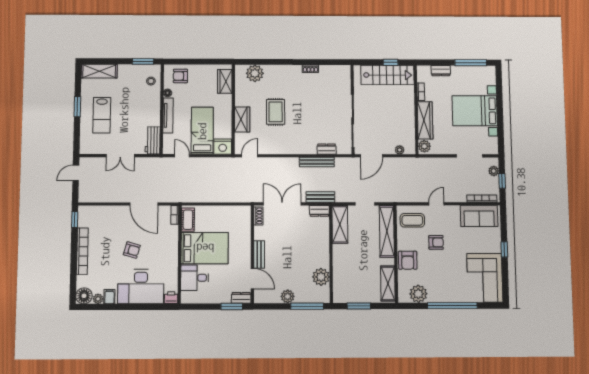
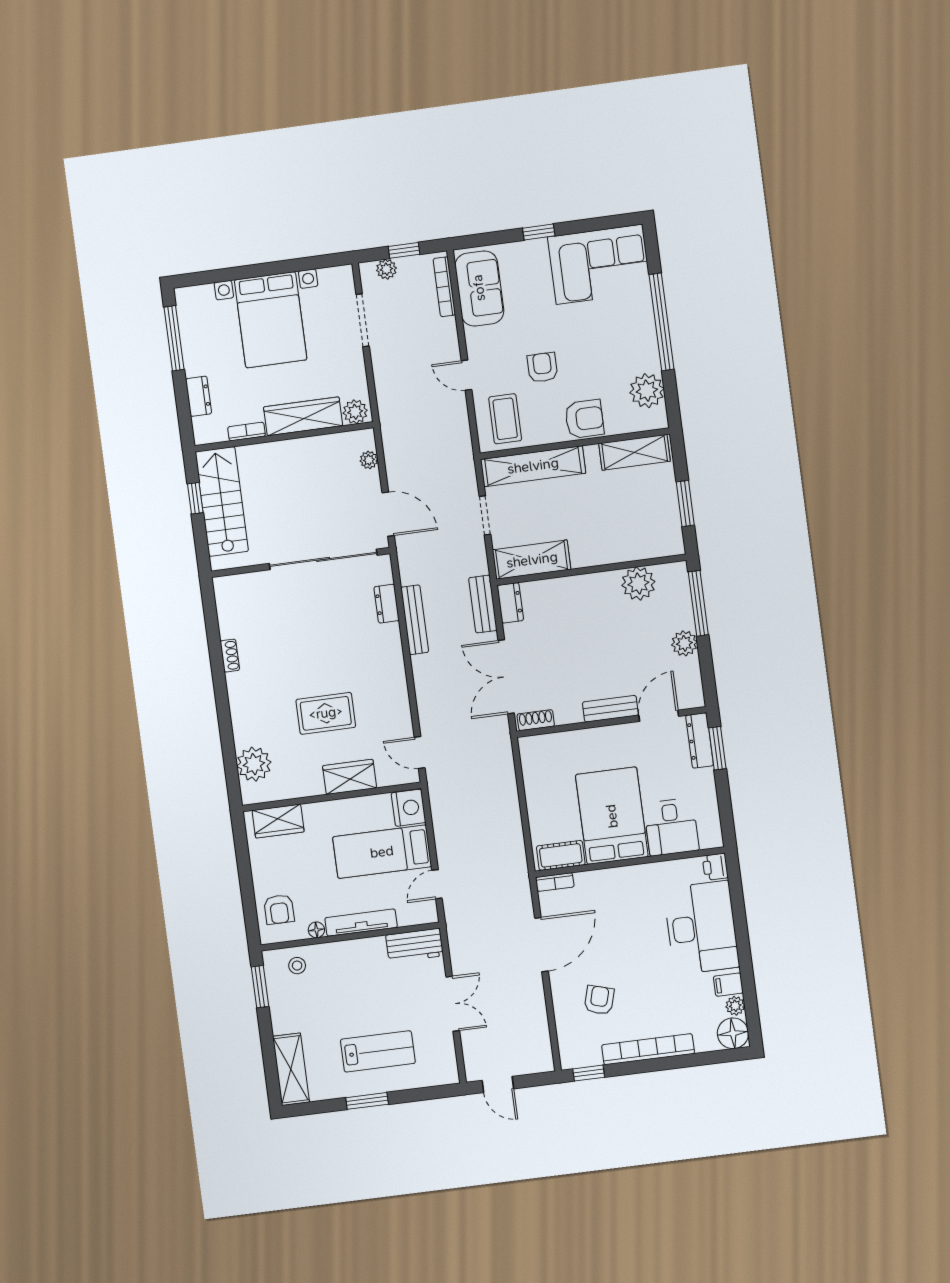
armchair: (132, 250) -> (599, 1000), moved
dresser: (241, 298) -> (700, 740), width x1.44

